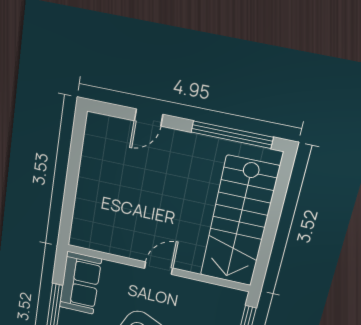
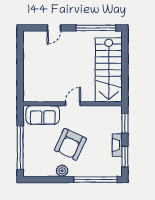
sofa: (80, 283) -> (43, 115), moved, turned 90

